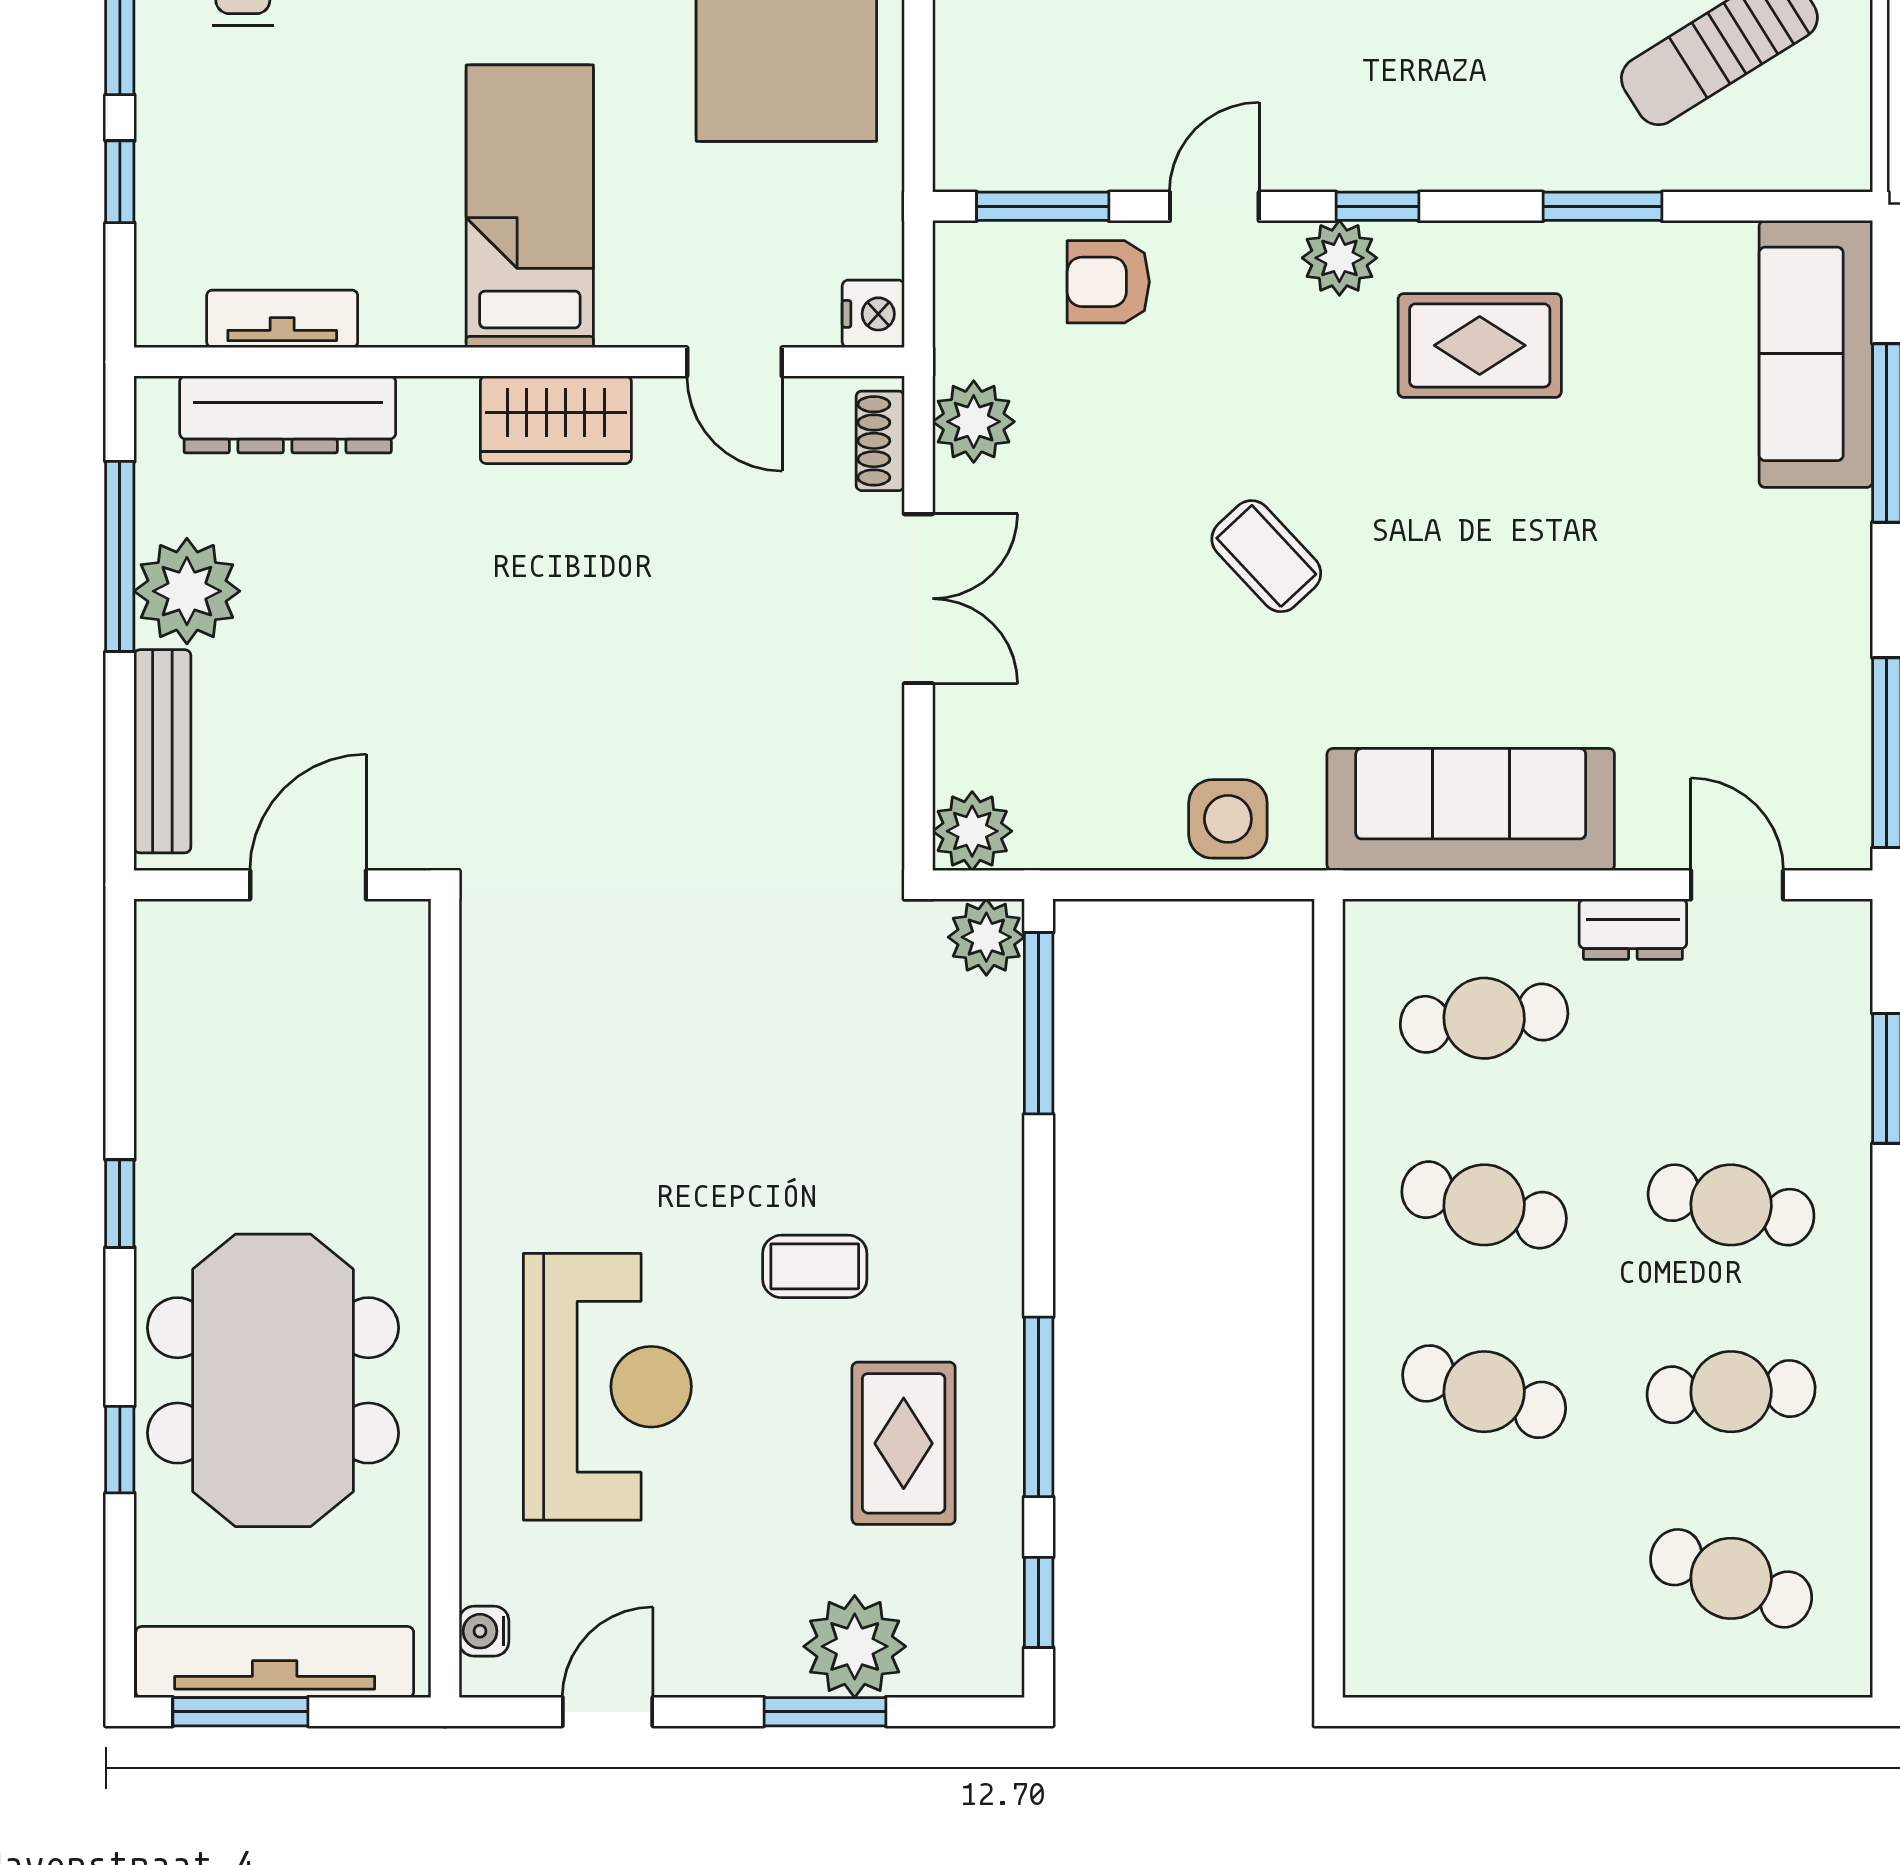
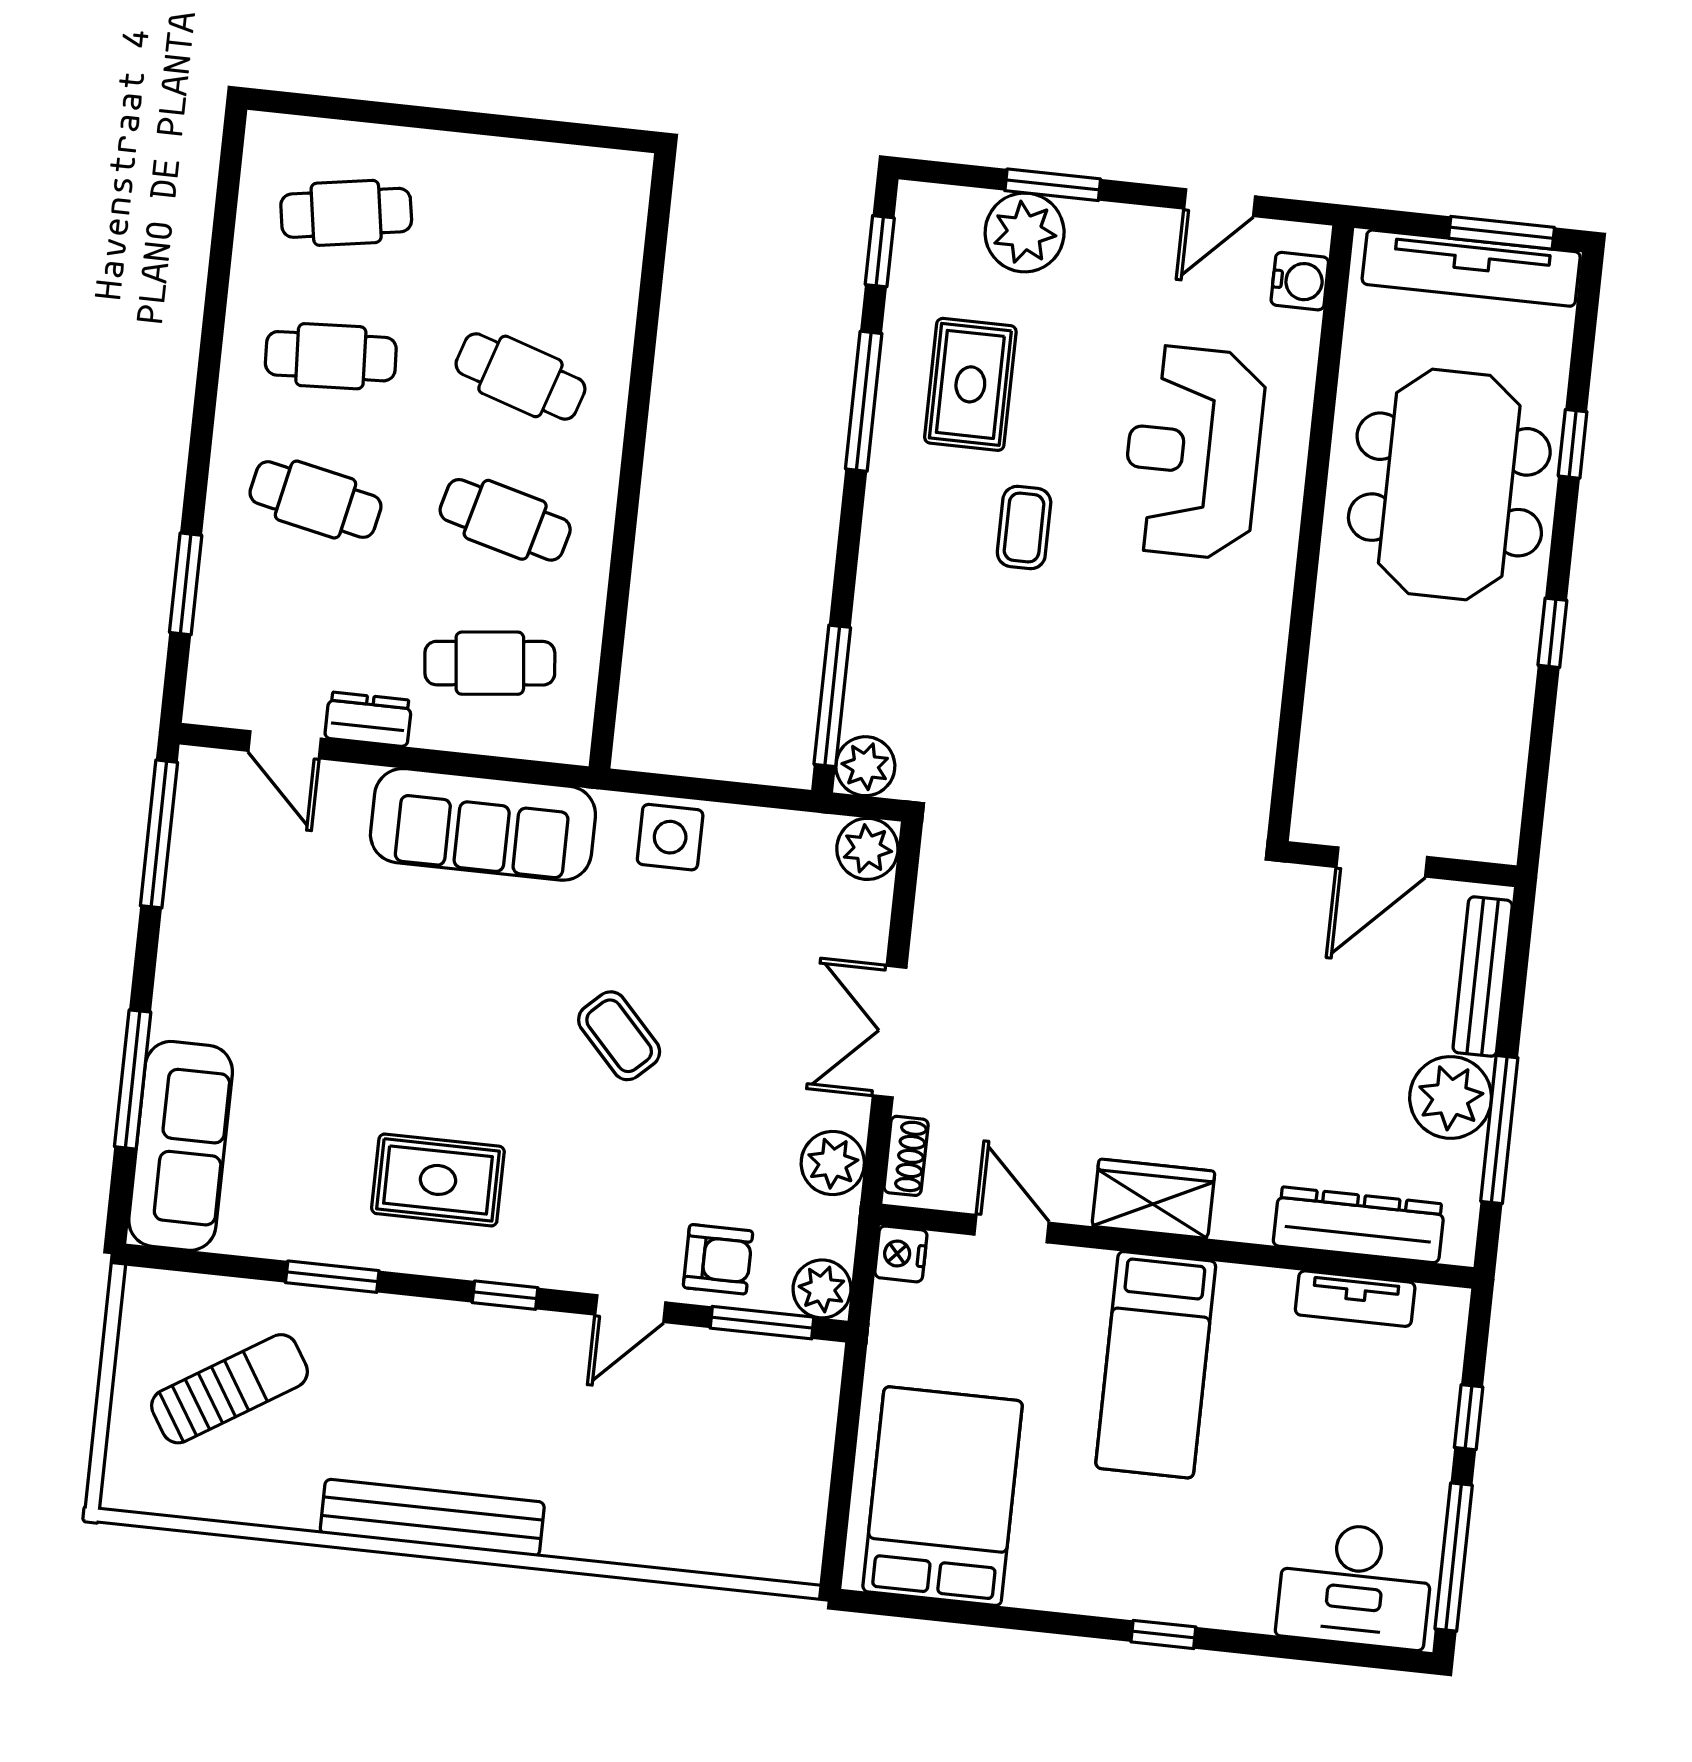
plant: (1339, 258) -> (822, 1289), moved
coffee table: (815, 1266) -> (1024, 528), turned 90
cafe table: (1731, 1578) -> (346, 213), turned -30
water cooler: (484, 1631) -> (1300, 281), width x1.38, depth x1.38

